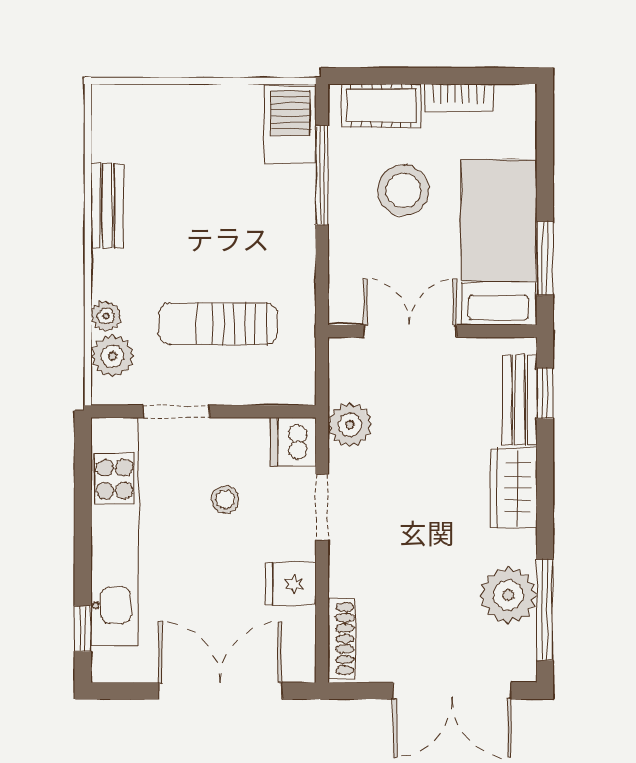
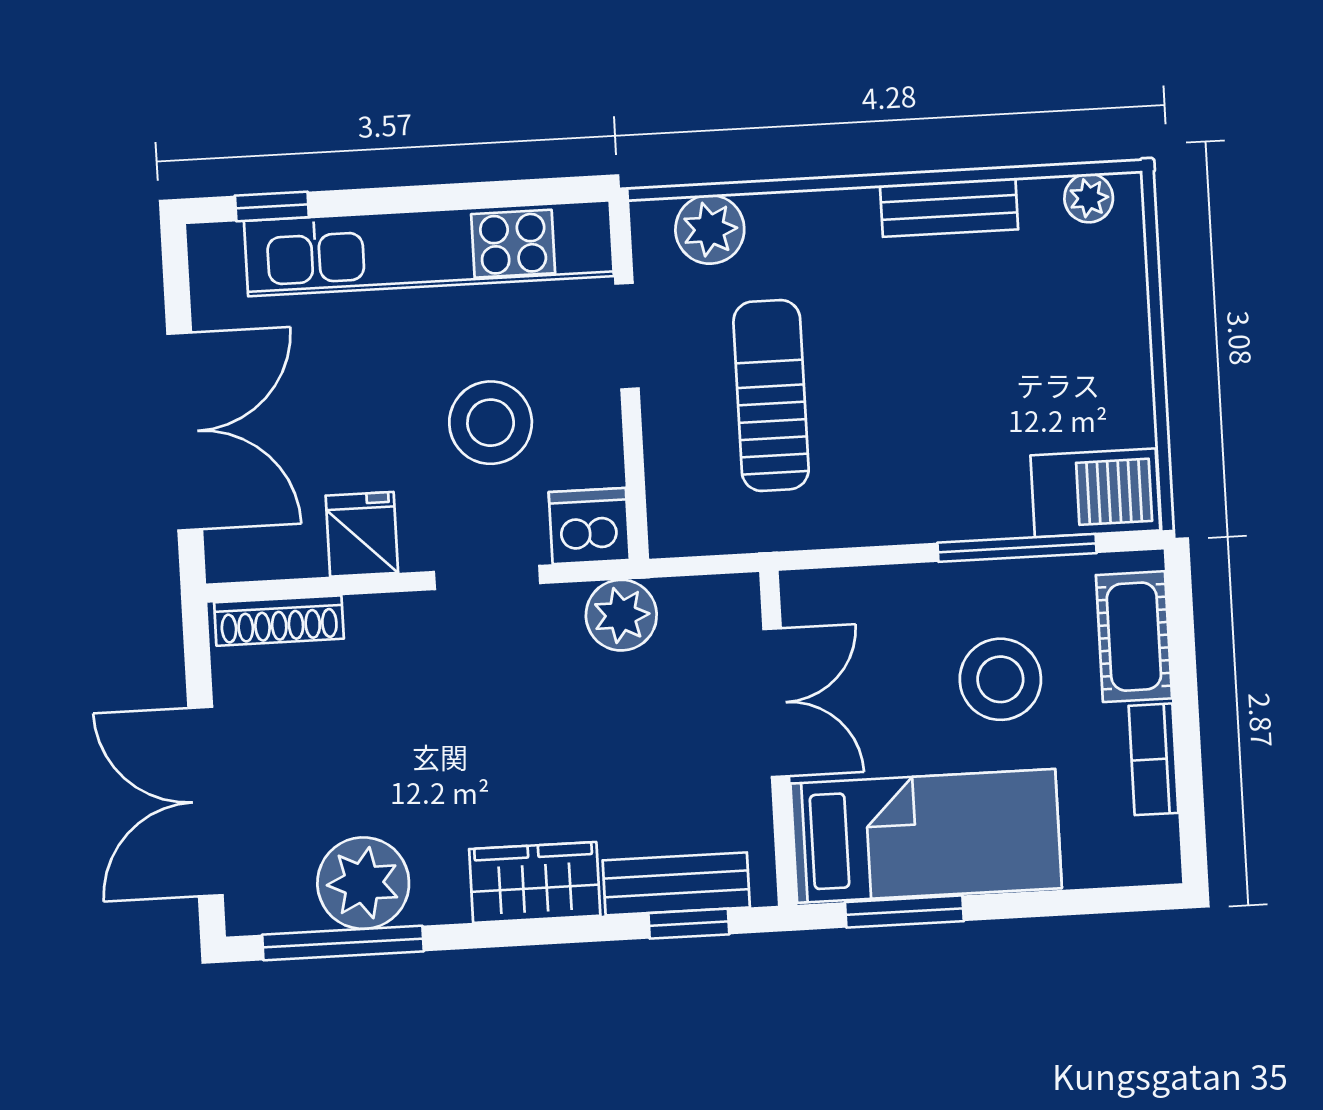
plant: (106, 316) -> (1089, 198), moved
stool: (225, 500) -> (491, 423), width x1.89, depth x1.89

